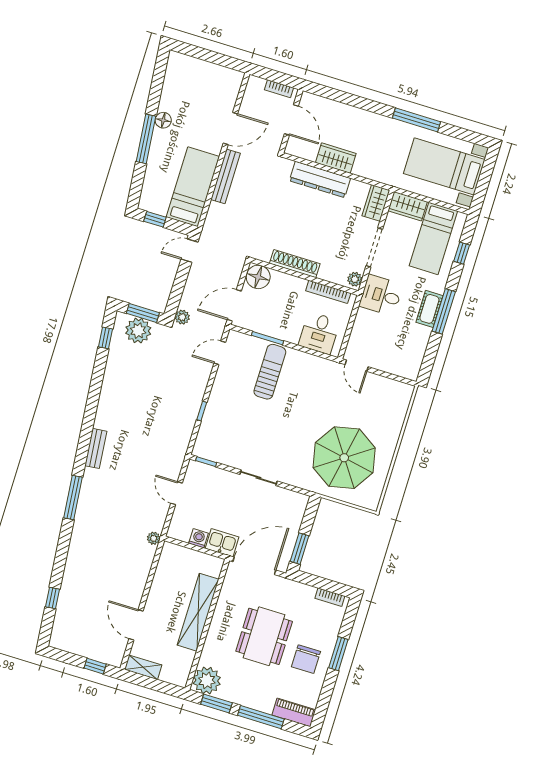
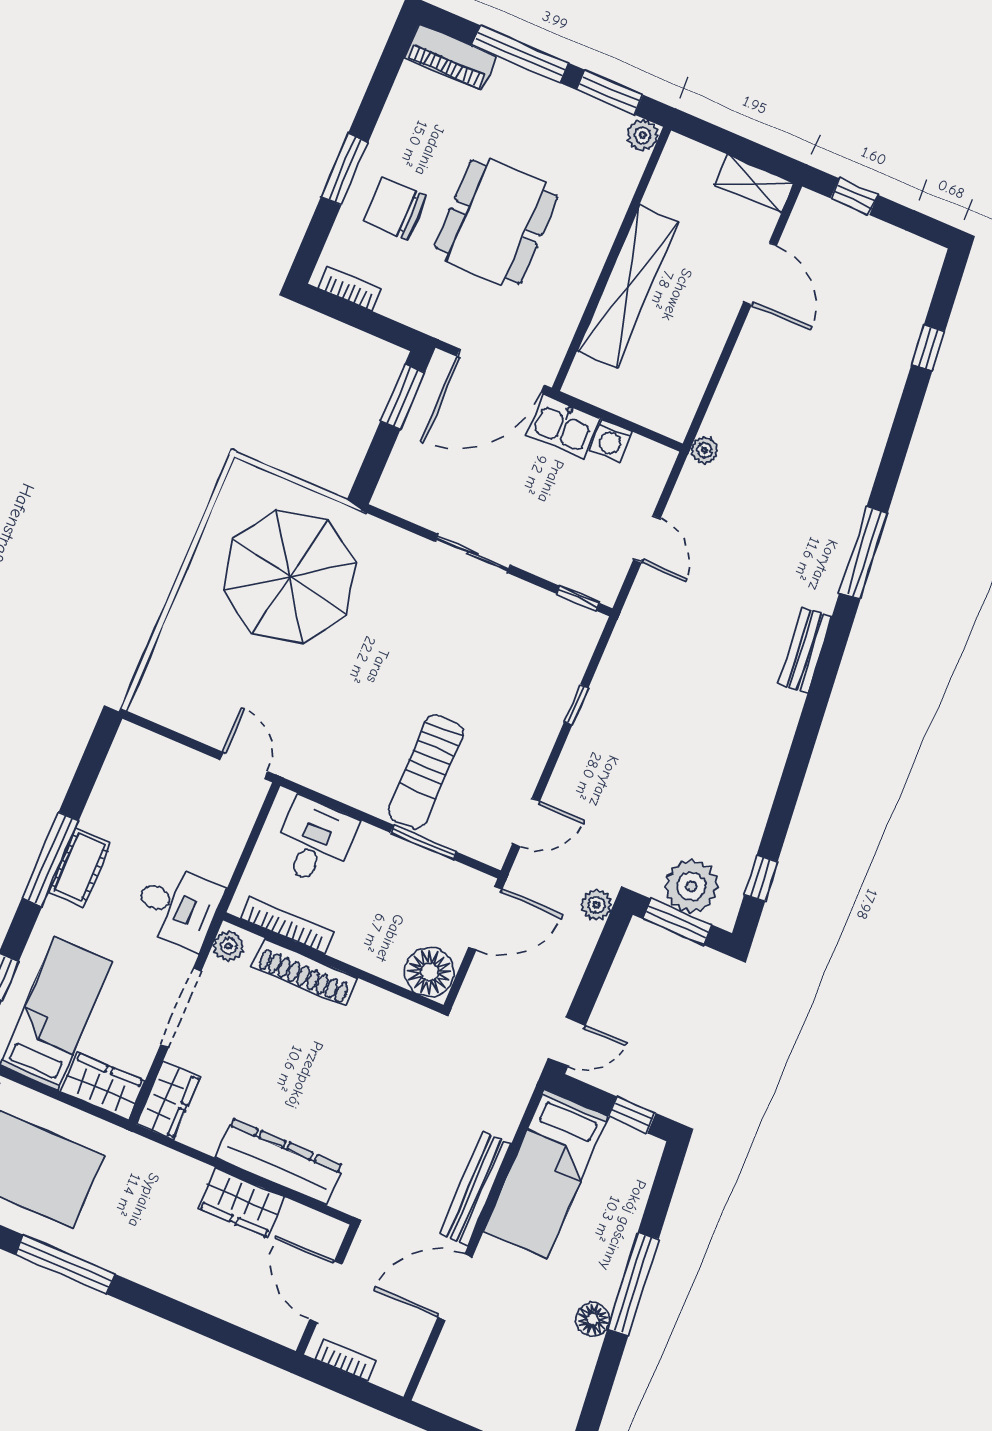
shoe rack: (295, 264) -> (305, 972), moved
chair: (306, 659) -> (395, 209), moved, turned -90
plant: (207, 680) -> (643, 135), width x0.53, depth x0.53

